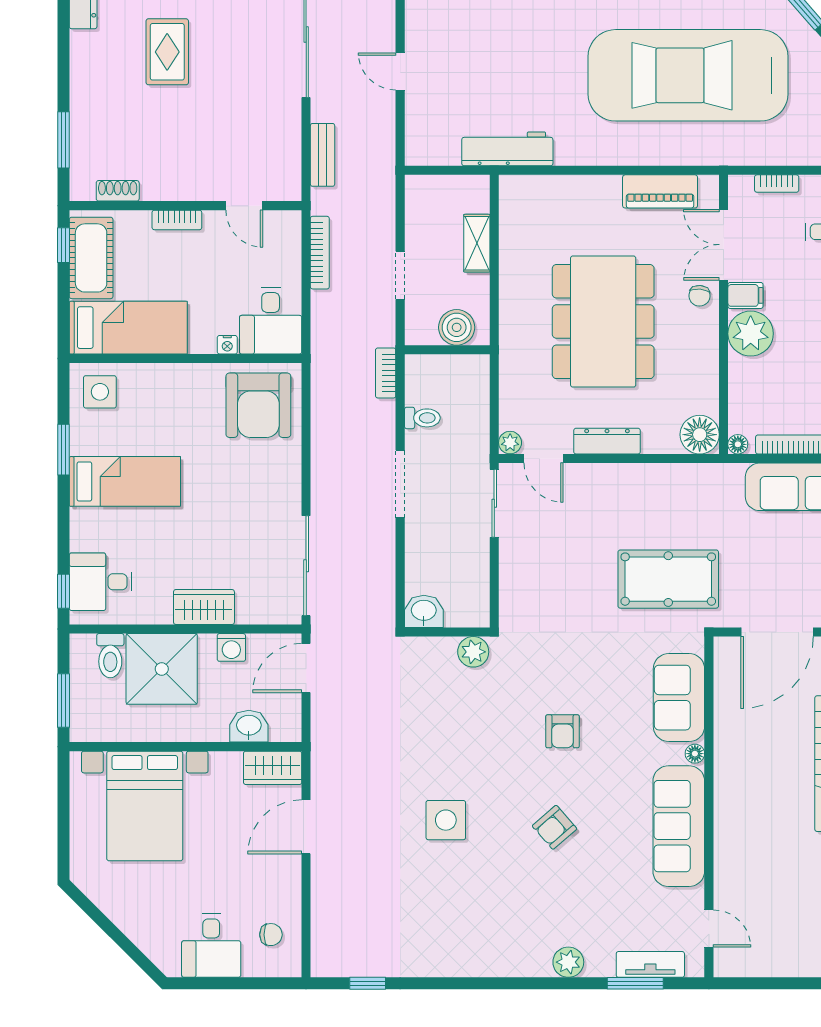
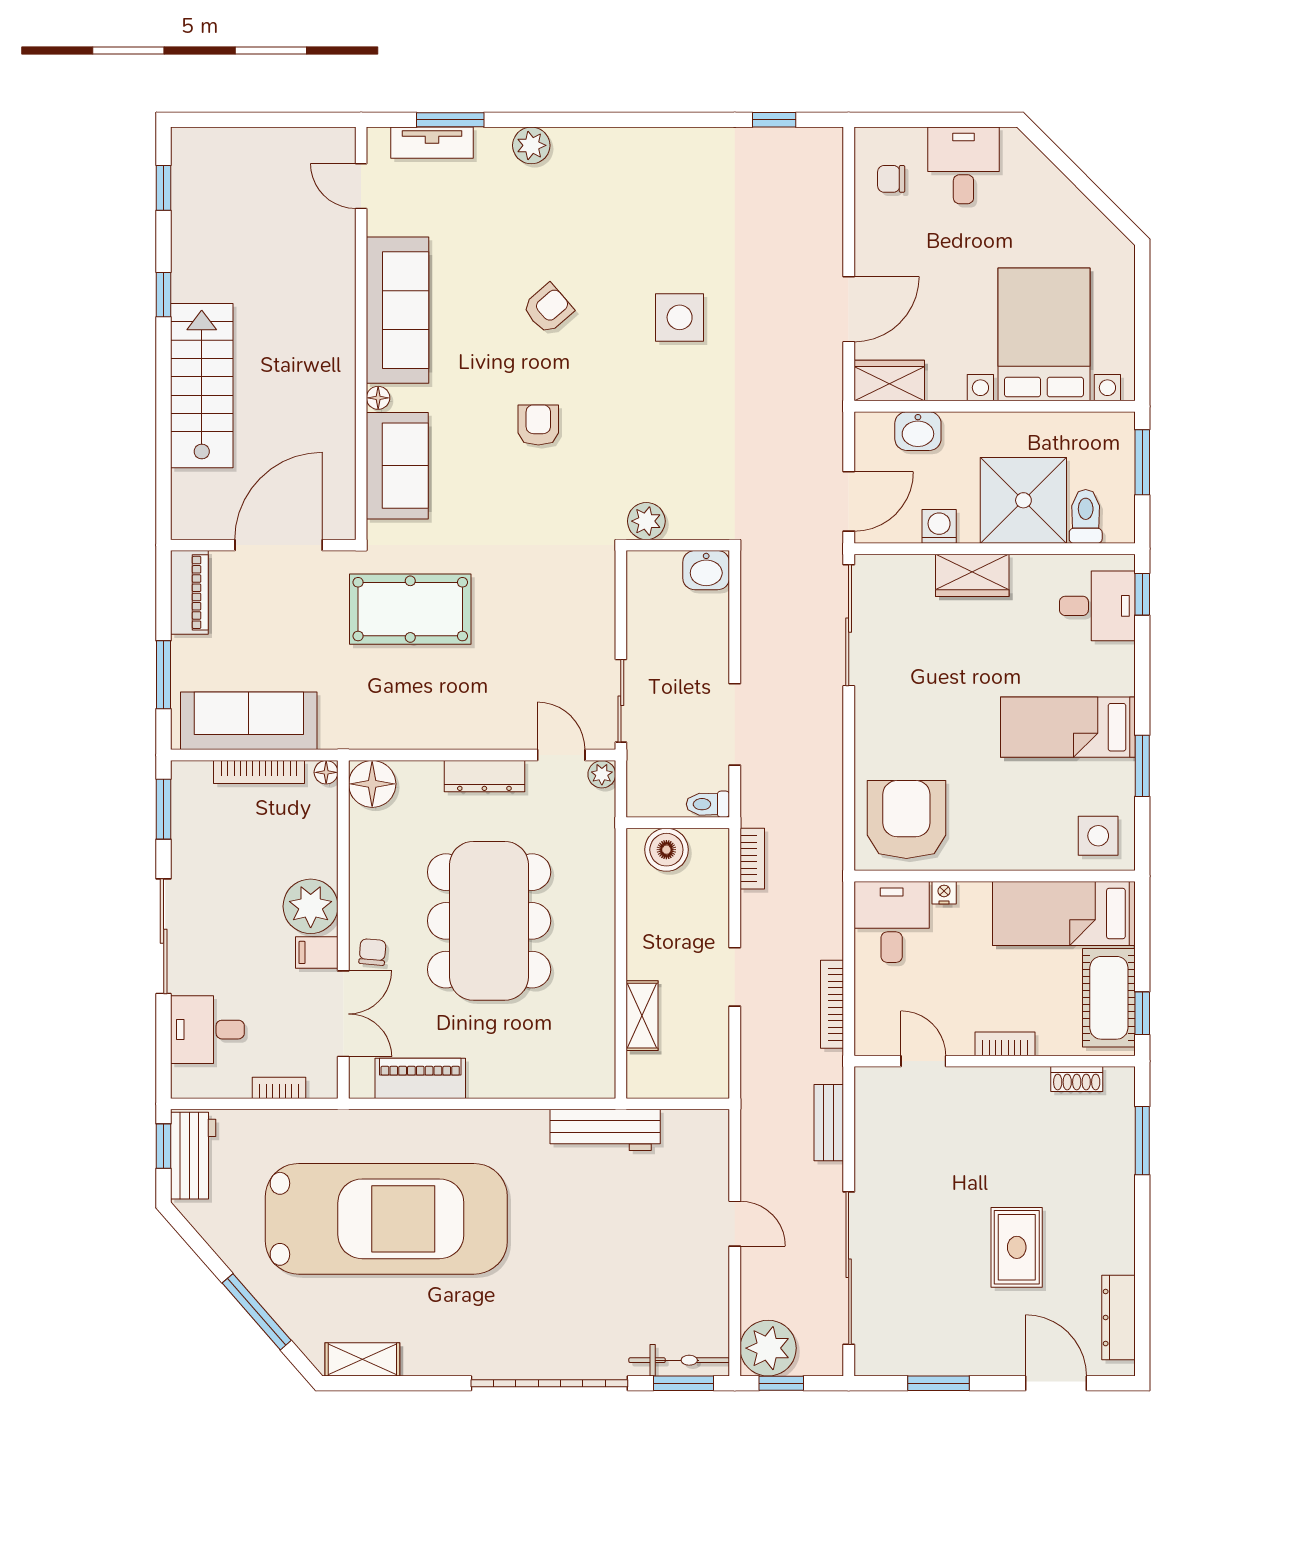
boiler: (457, 327) -> (666, 850), moved
wall: (447, 350) -> (678, 823), moved

